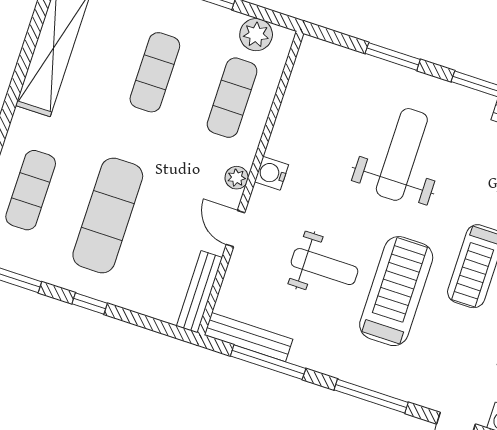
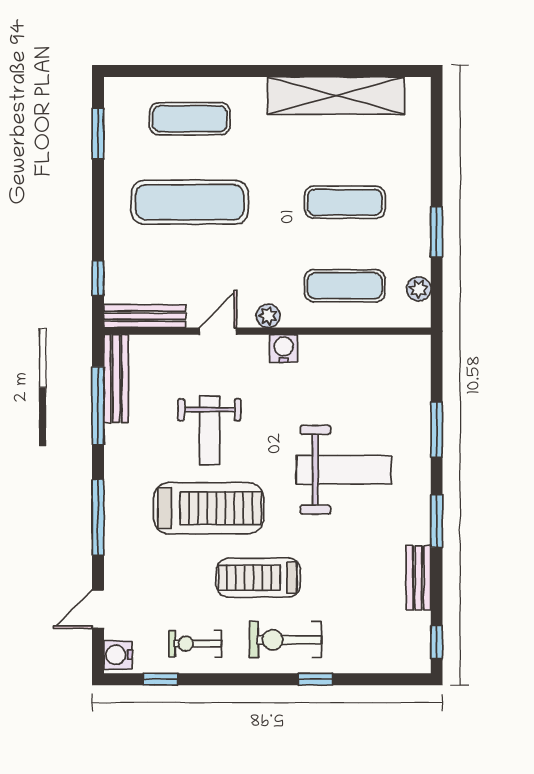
plant: (256, 35) -> (419, 289), width x0.73, depth x0.73
window: (90, 304) -> (98, 278), moved

